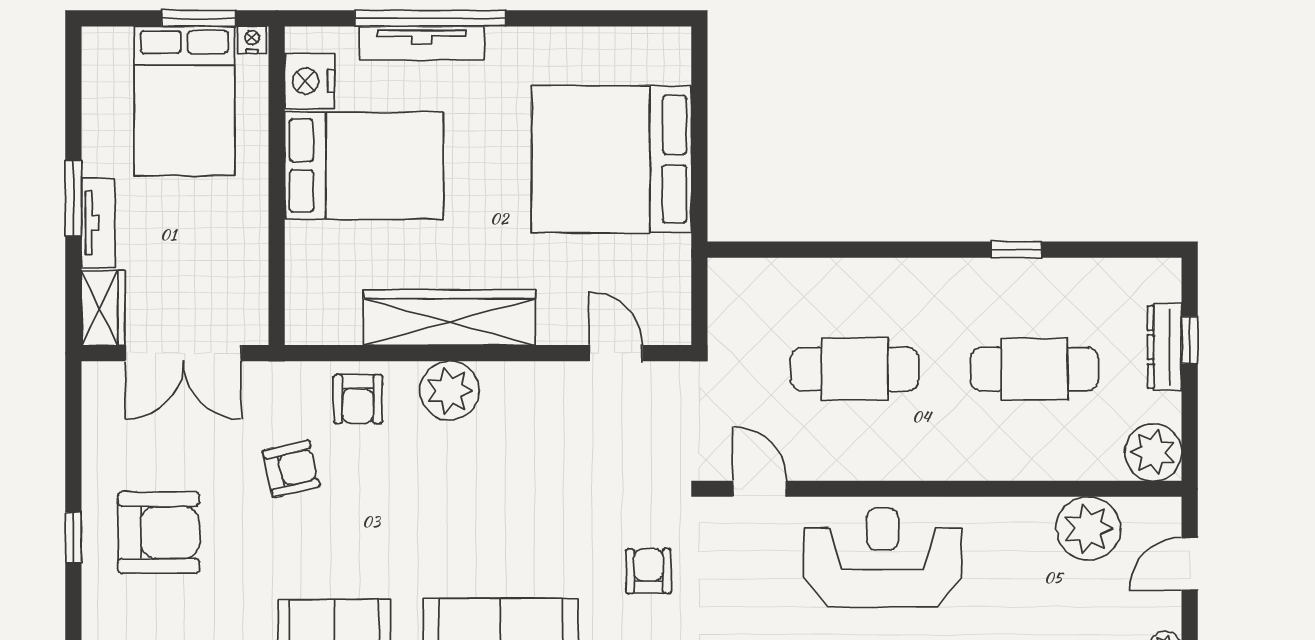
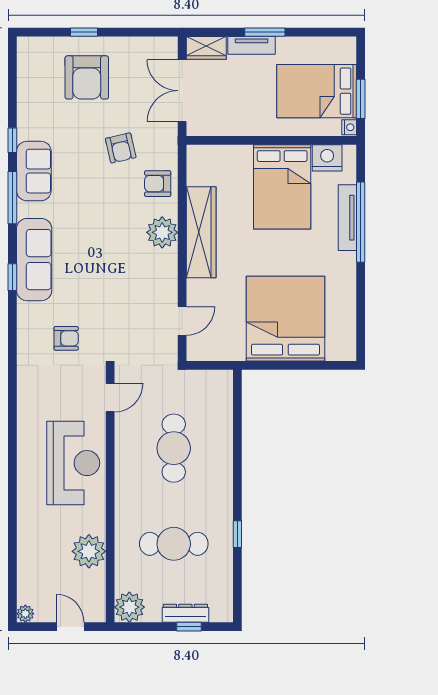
cafe table: (1034, 369) -> (174, 544), turned 90
plant: (1088, 529) -> (89, 551), moved

